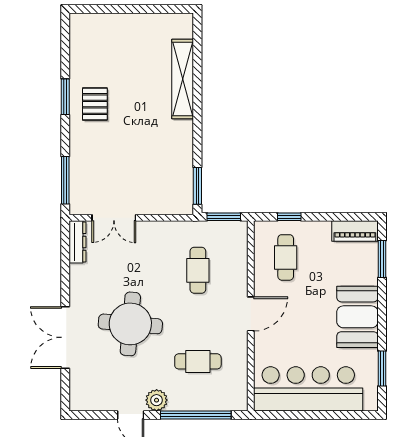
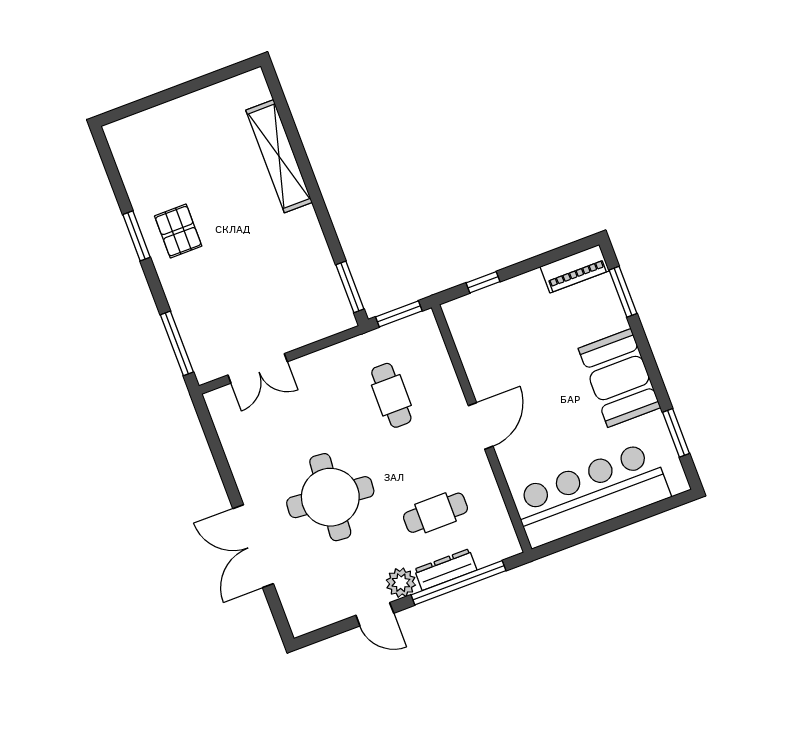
dresser: (77, 242) -> (446, 570), moved, turned -90
cafe table: (286, 257) -> (498, 336), removed

